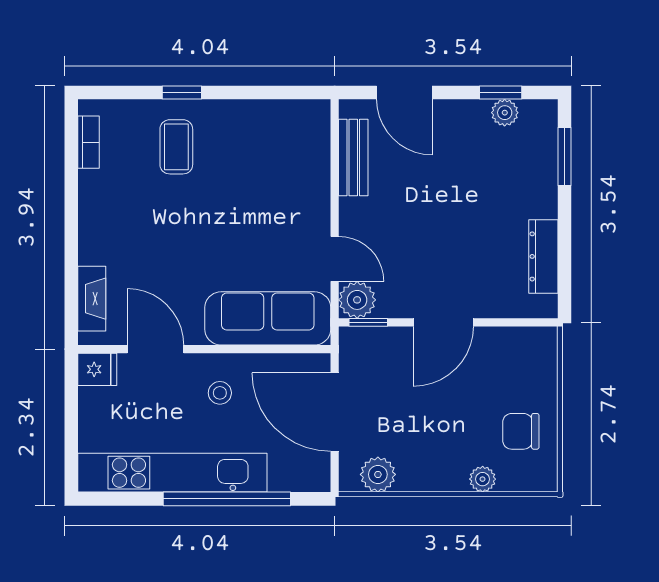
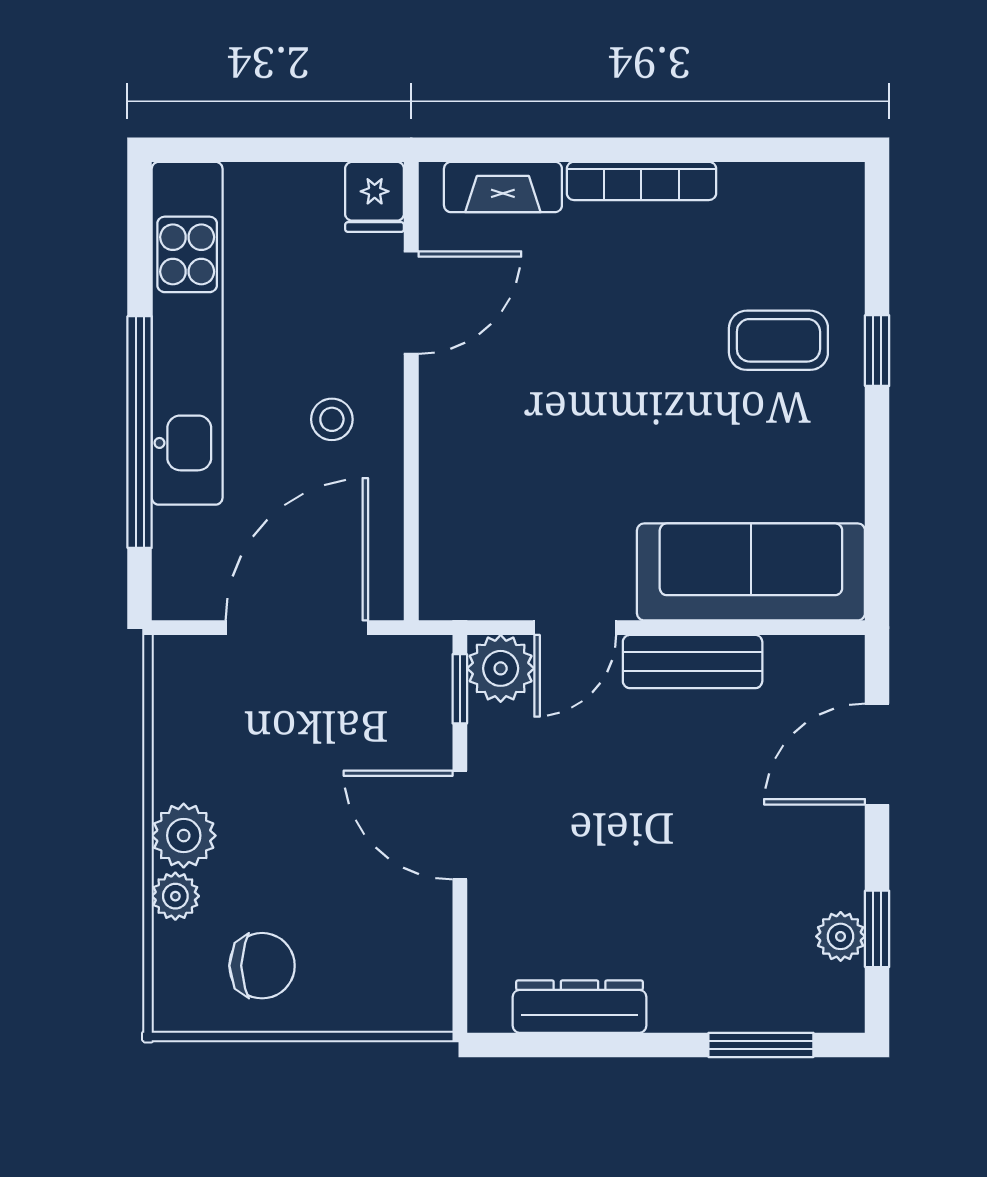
bookcase: (88, 142) -> (641, 181), moved, width x1.56
bench: (353, 157) -> (693, 662), moved
sofa: (268, 318) -> (751, 572), moved, turned -90
chair: (521, 431) -> (262, 966), turned 90
plant: (378, 474) -> (184, 836), moved

